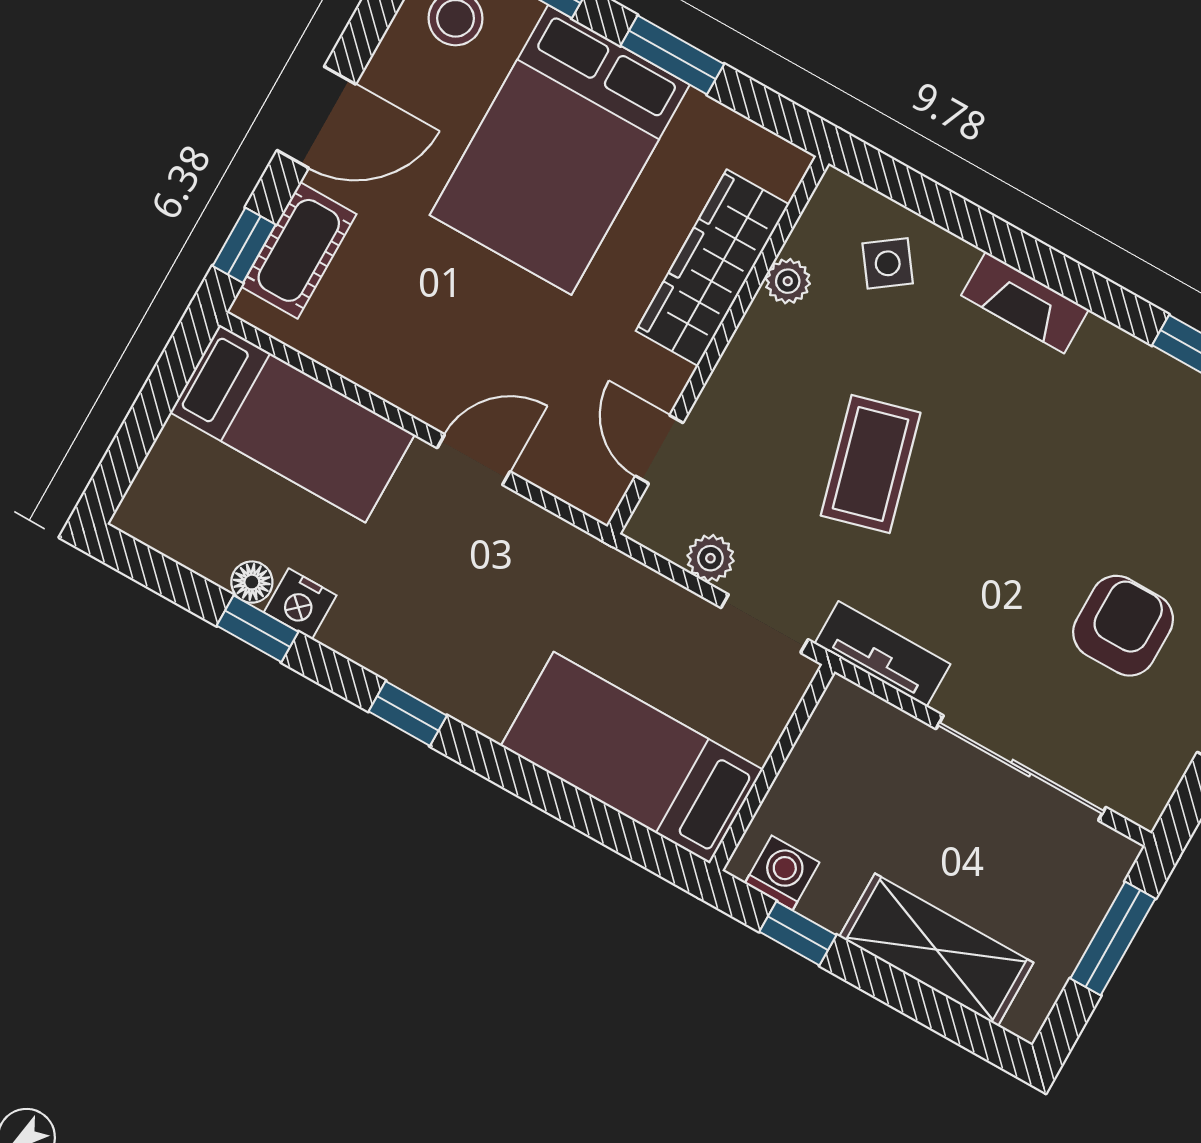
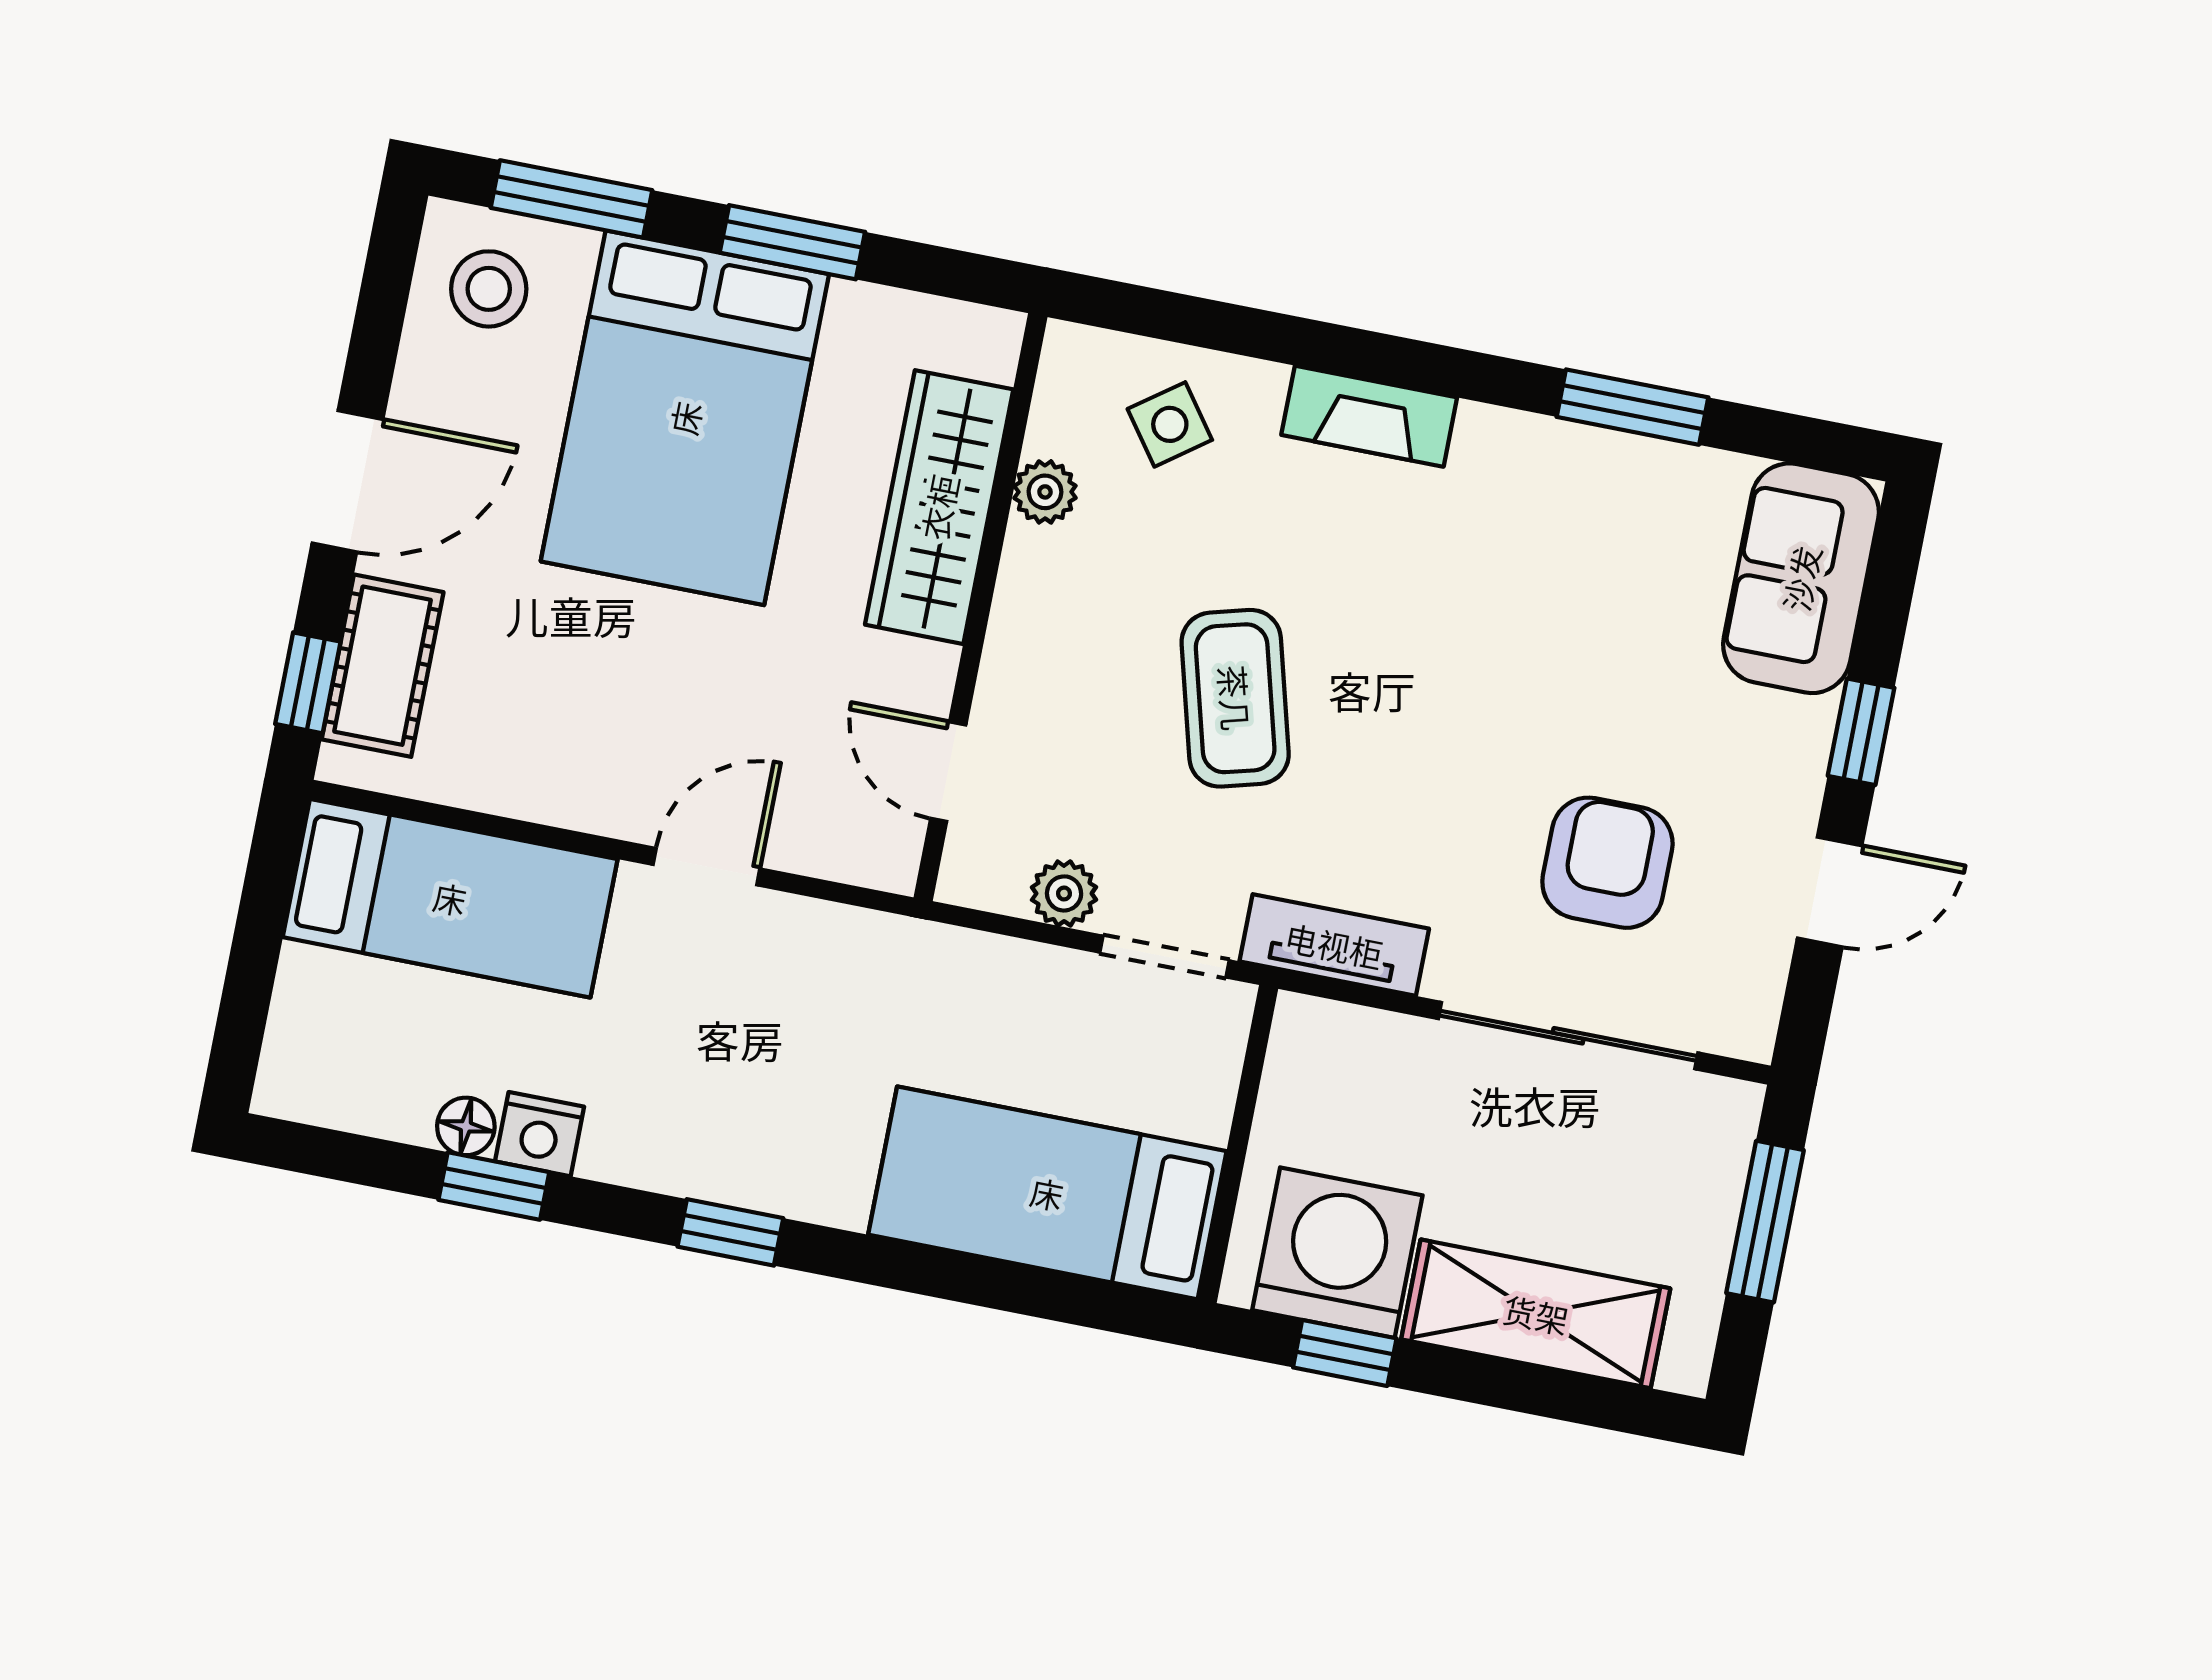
armchair: (1123, 626) -> (1607, 863), moved
washing machine: (782, 873) -> (1337, 1253), width x1.89, depth x1.89

